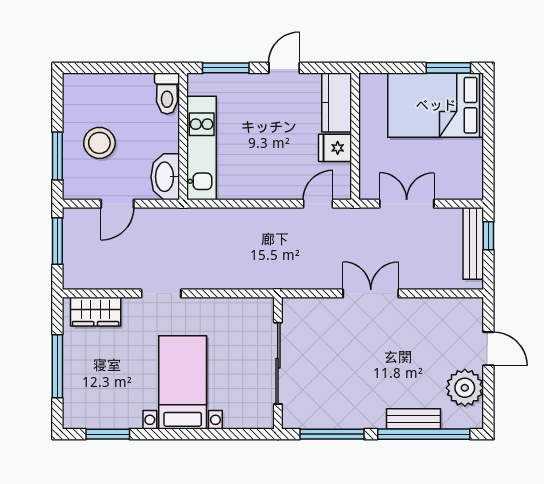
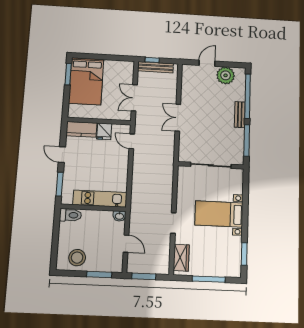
stool: (99, 143) -> (77, 258), moved
washbasin: (165, 177) -> (119, 216), width x0.52, depth x0.69
bench: (413, 419) -> (240, 115), moved

